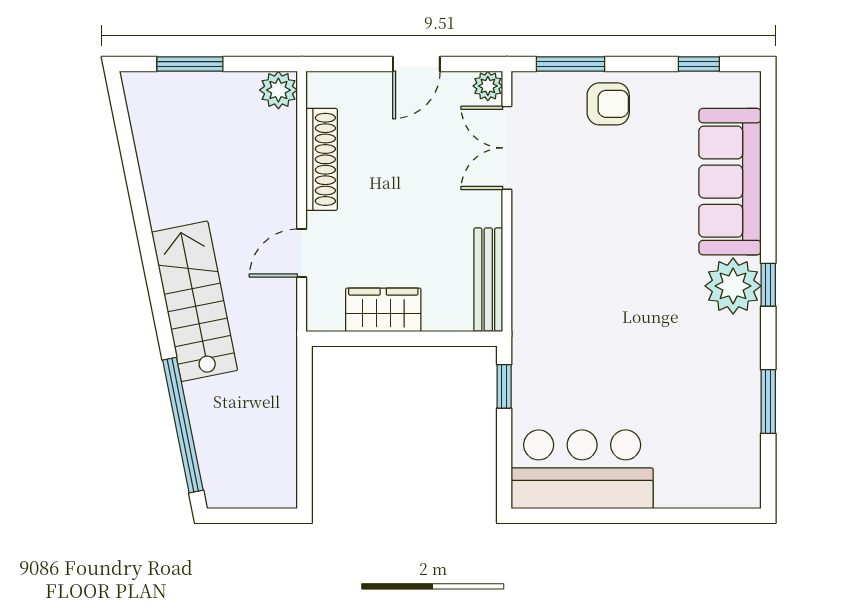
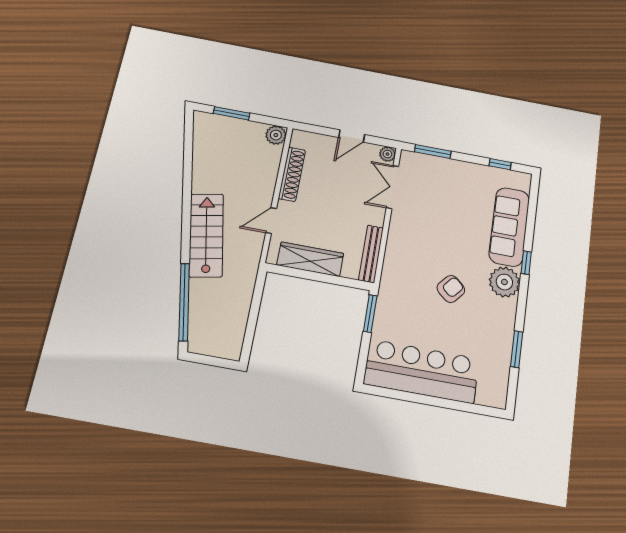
armchair: (608, 104) -> (451, 289), moved, turned -49
window: (768, 285) -> (526, 263), moved
wardrobe: (383, 310) -> (310, 259), width x1.50
window: (504, 386) -> (370, 314), width x1.50
bar counter: (582, 469) -> (422, 371), width x1.36

